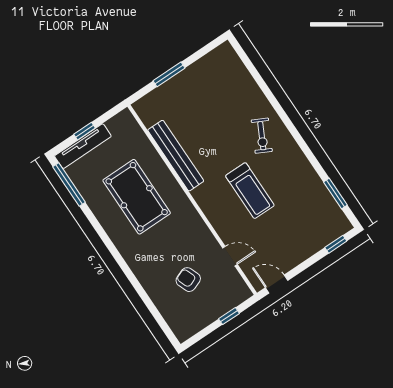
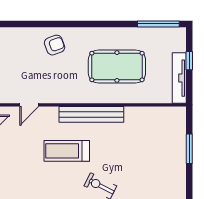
tv unit: (83, 146) -> (179, 78), moved
bench: (176, 156) -> (91, 114), moved
armchair: (188, 280) -> (55, 45), moved

